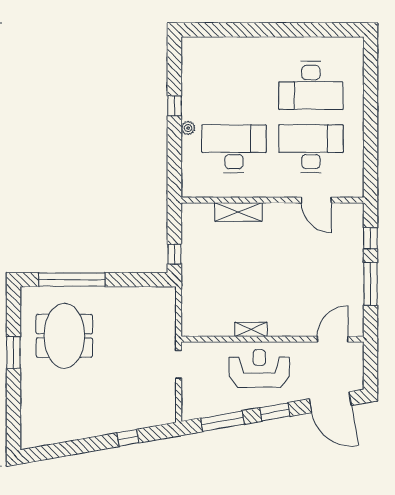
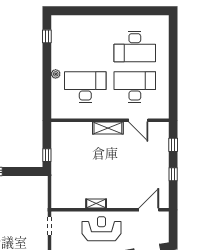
window: (174, 106) -> (47, 36), moved
shelving: (238, 212) -> (108, 128), moved
window: (370, 284) -> (173, 174), width x0.46

